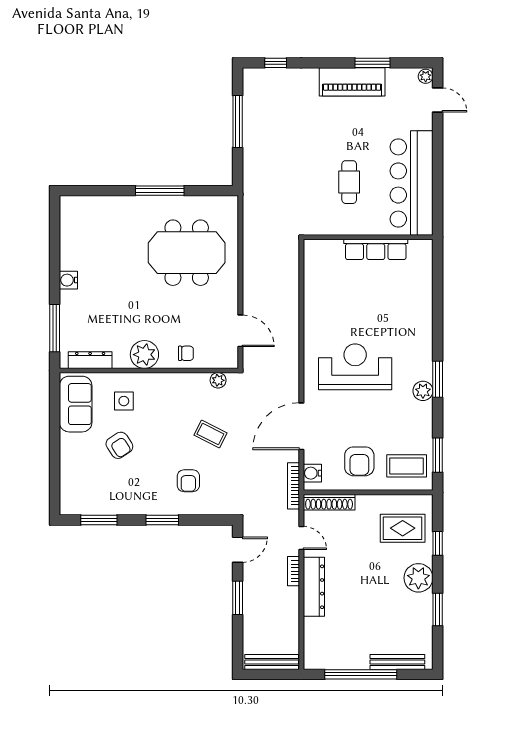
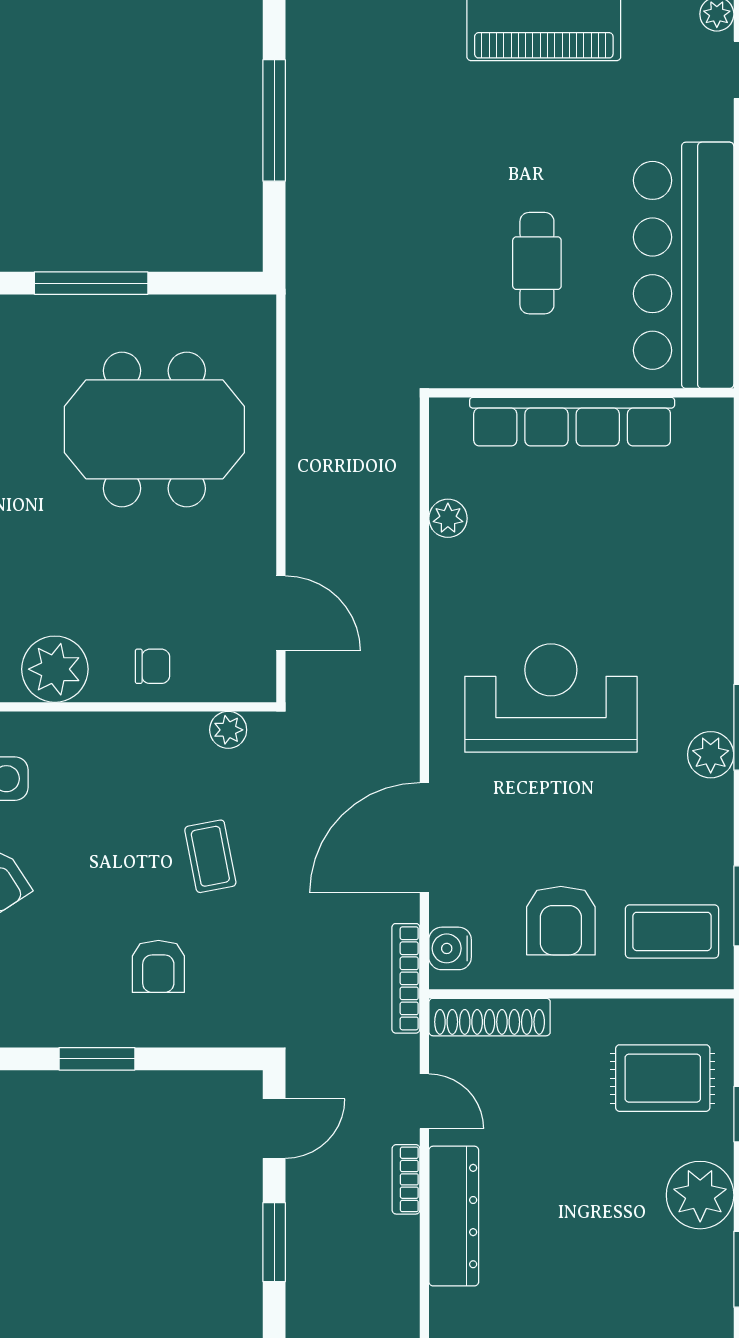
row of seats: (376, 249) -> (572, 422), width x1.36
plant: (311, 290) -> (448, 518), added
coffee table: (210, 434) -> (210, 856), turned 52

